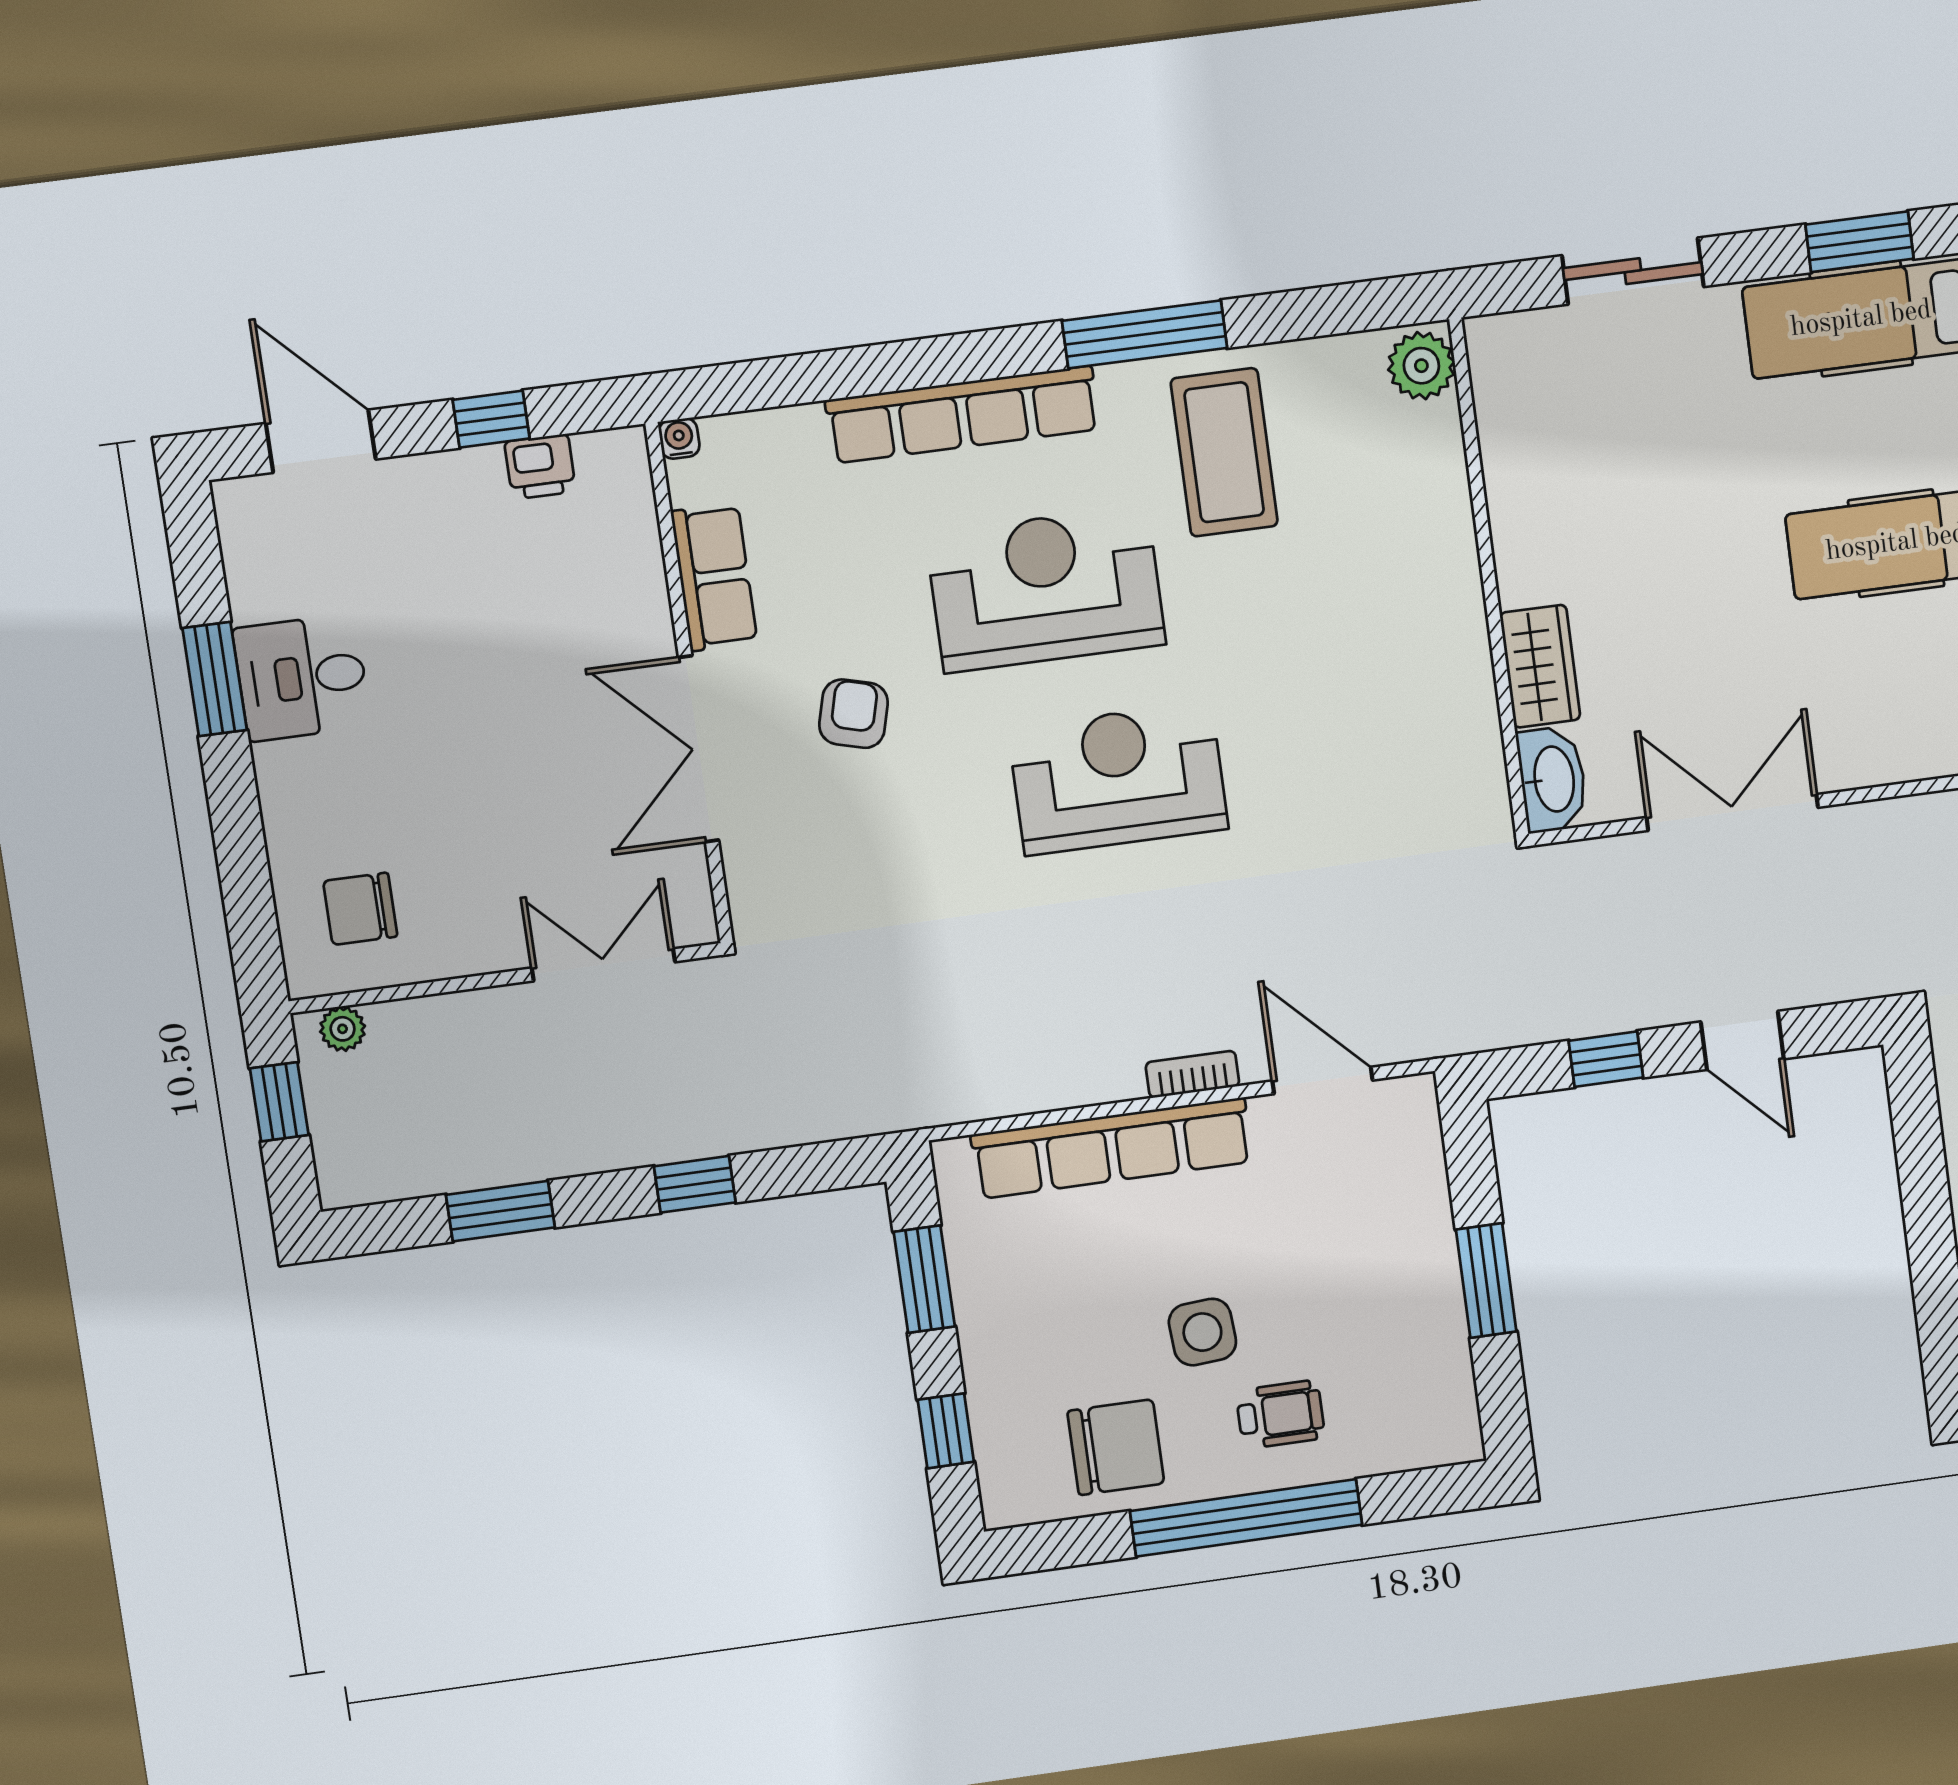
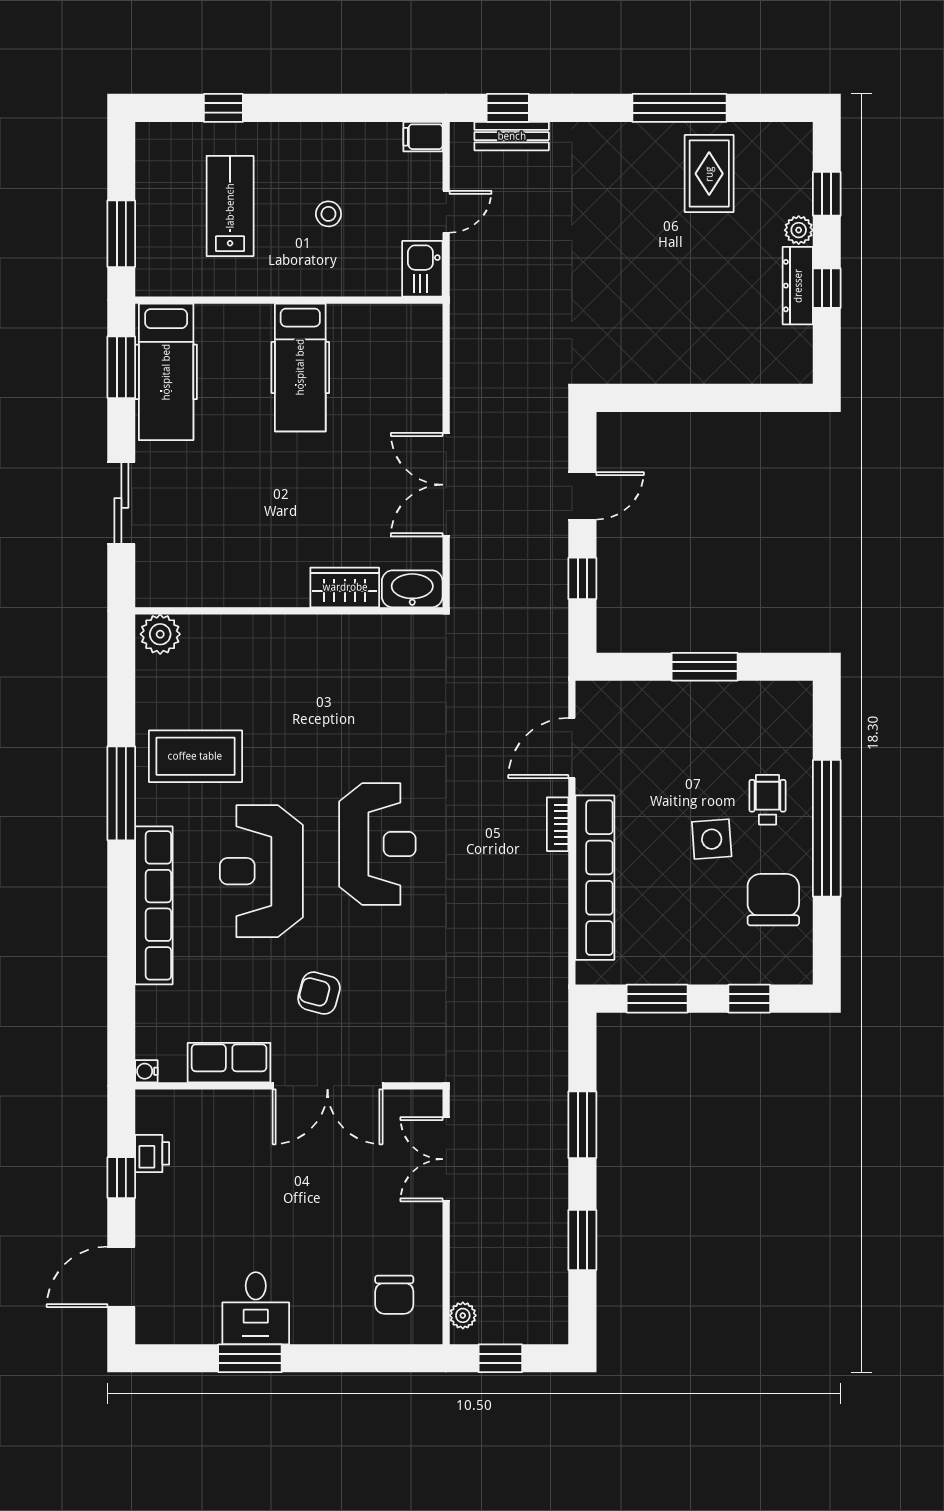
reception desk: (1118, 778) -> (377, 844), turned 180
window: (695, 1184) -> (582, 1125), width x1.50

